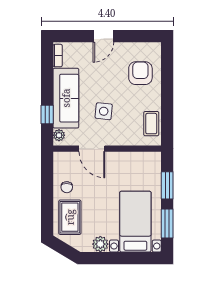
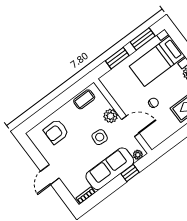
door: (103, 36) -> (50, 175), swing flipped
plant: (116, 137) -> (111, 116), added
door: (92, 149) -> (130, 126), hinge flipped
chair: (67, 187) -> (153, 103), moved

